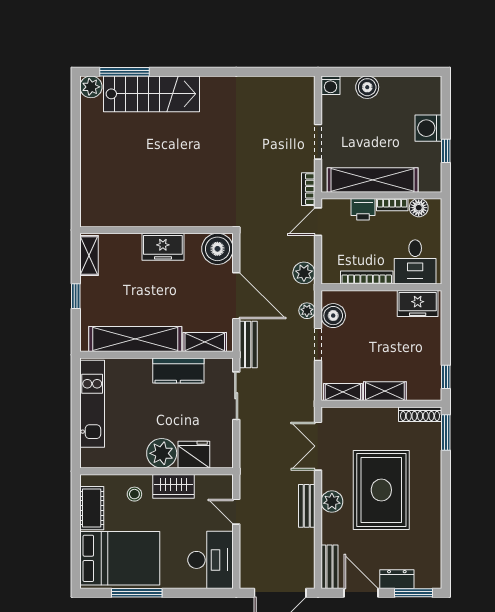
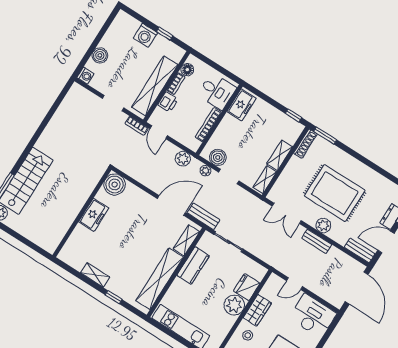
wall: (157, 230) -> (82, 212), moved
freezer: (163, 247) -> (94, 215), moved
boiler: (217, 249) -> (115, 184), moved

